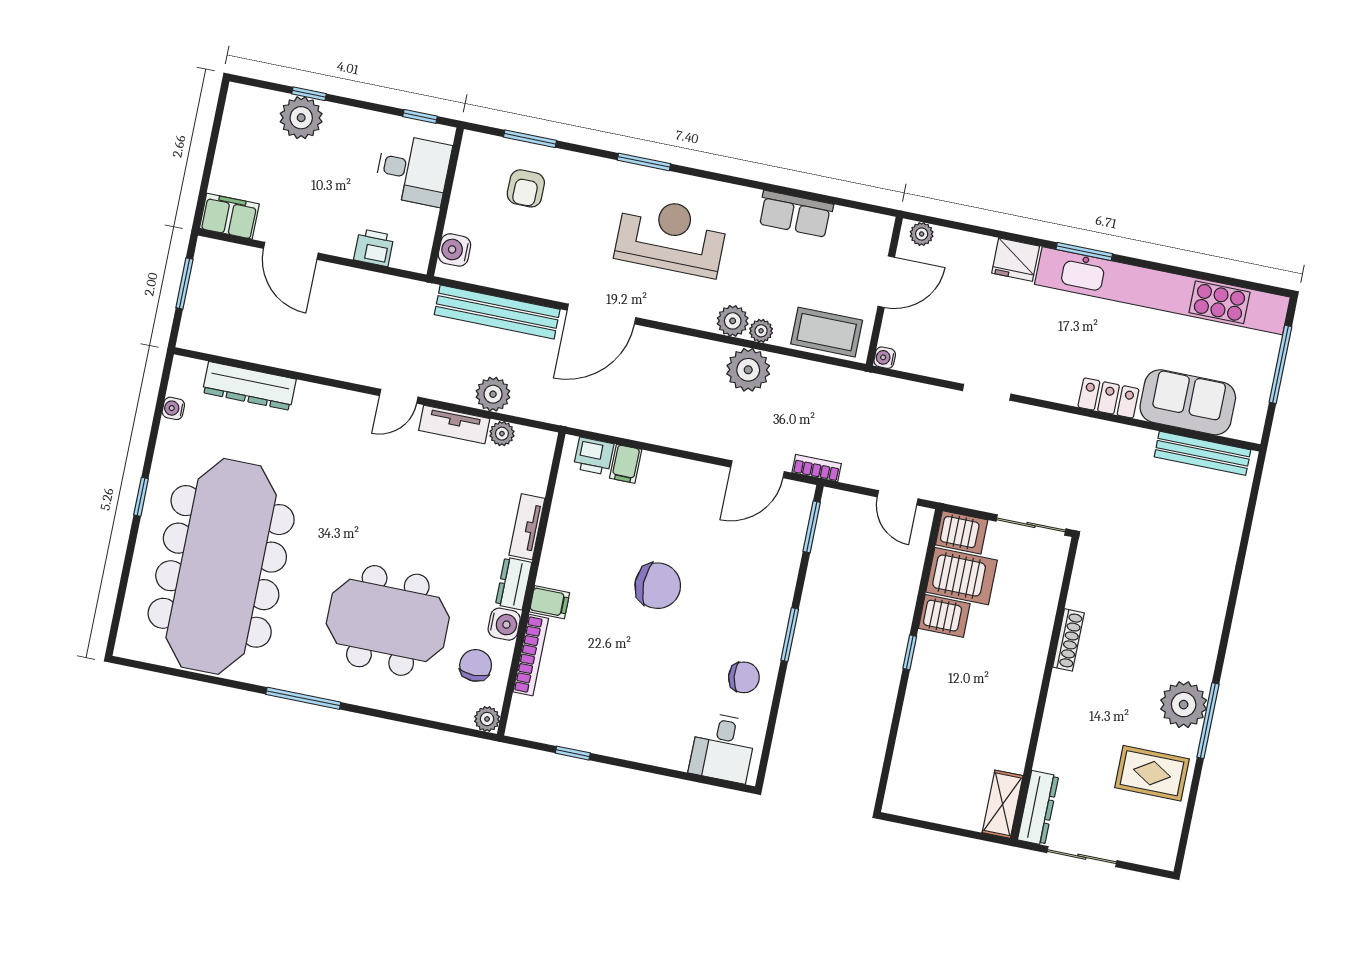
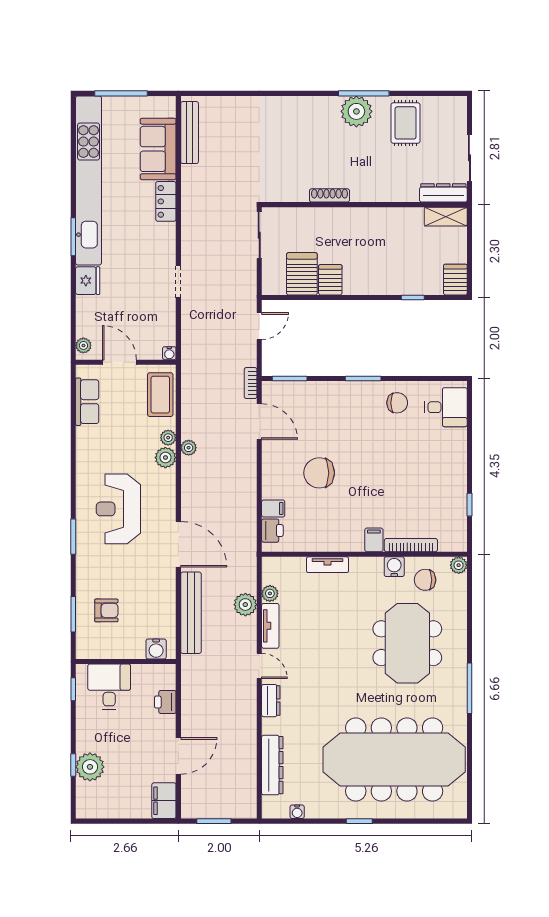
row of seats: (795, 214) -> (87, 402), moved
plant: (748, 370) -> (189, 448), width x0.53, depth x0.53
server rack: (962, 532) -> (455, 280), moved
dresser: (514, 583) -> (271, 701), moved, turned -90
chair: (658, 586) -> (319, 473), moved, turned -90
window: (910, 652) -> (413, 298), moved
chair: (744, 677) -> (397, 403), turned 97

